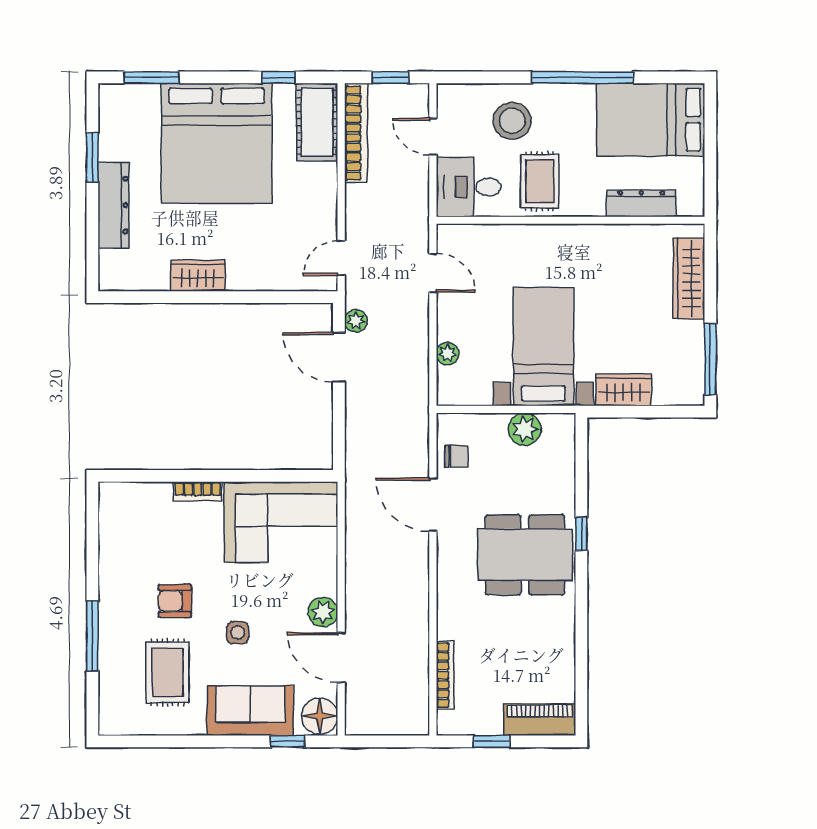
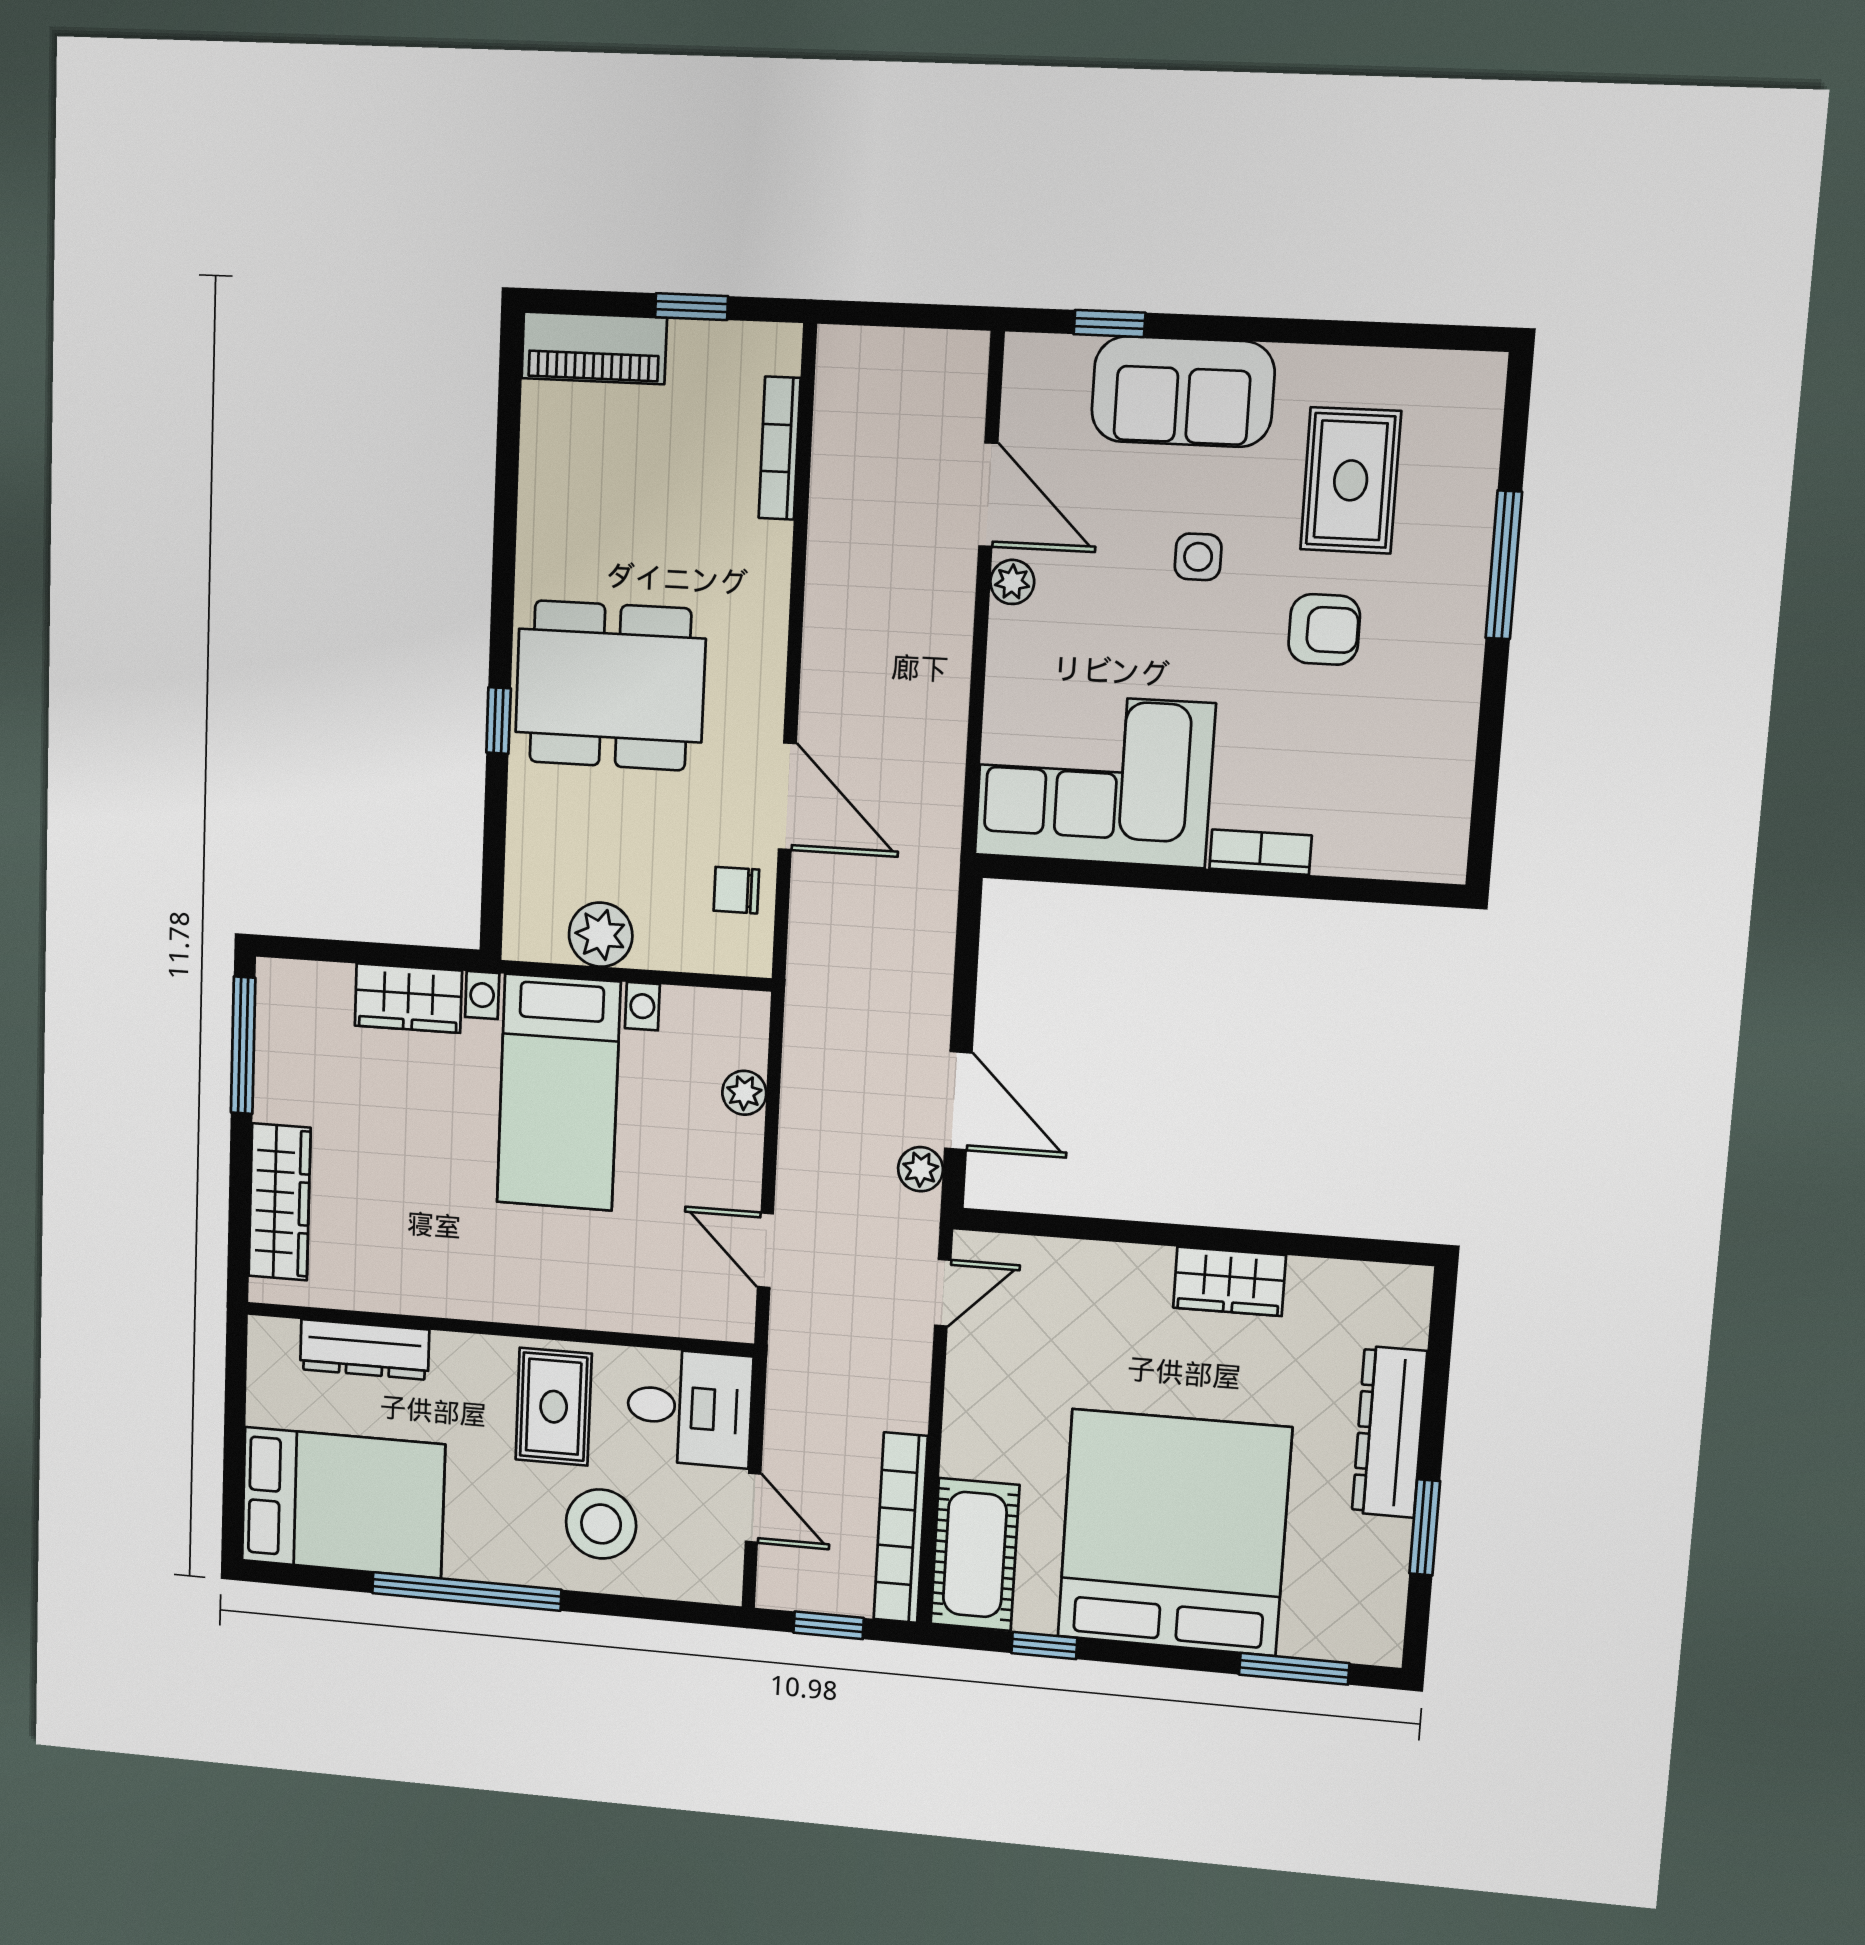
plant: (323, 612) -> (1012, 582), width x0.73, depth x0.73
floor lamp: (320, 716) -> (1040, 374), removed

